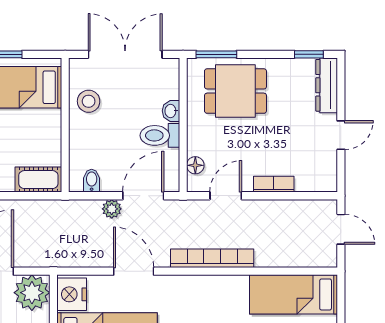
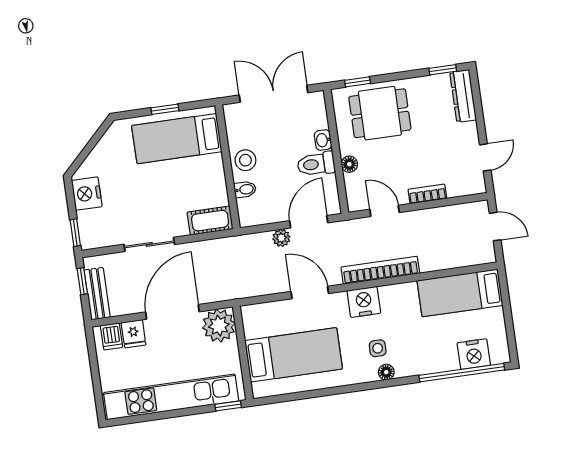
window: (216, 54) -> (357, 82), width x0.67
stool: (89, 101) -> (245, 160), moved
door: (341, 135) -> (485, 157), moved
floor lamp: (195, 165) -> (349, 164), moved
bidet: (92, 181) -> (245, 189), moved, turned 90
door: (226, 196) -> (385, 211), hinge flipped
nightstand: (72, 294) -> (364, 302), moved, turned 90

